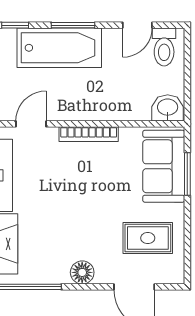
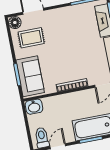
floor lamp: (82, 272) -> (15, 23), moved

